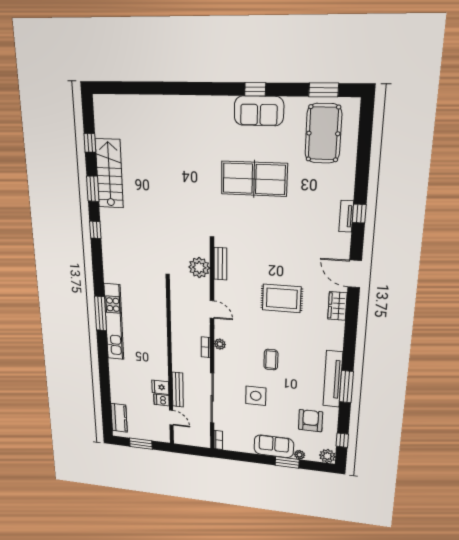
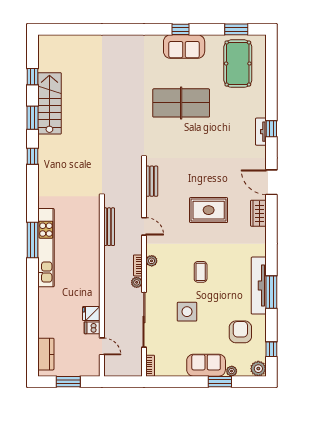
plant: (199, 268) -> (137, 282), moved, width x0.53, depth x0.53
bench: (178, 390) -> (109, 227), moved

